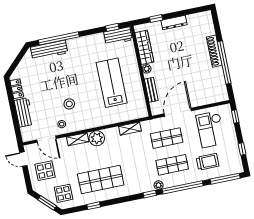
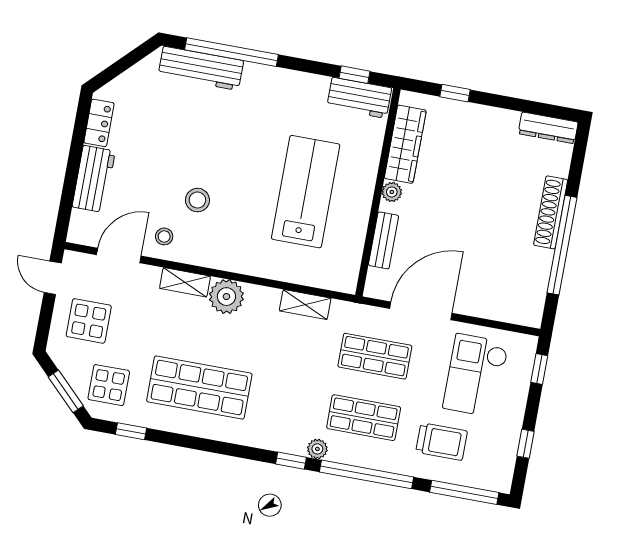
dresser: (174, 23) -> (548, 128), moved
door: (46, 139) -> (119, 255), swing flipped
window: (94, 206) -> (131, 431), moved

